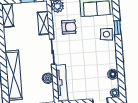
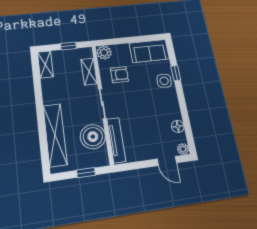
boiler: (48, 78) -> (93, 137), width x1.86, depth x1.86

